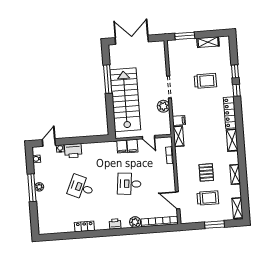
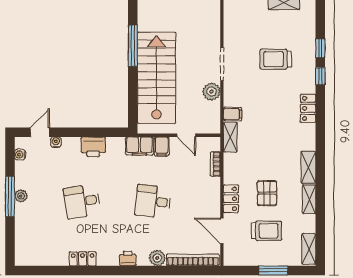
trolley: (205, 81) -> (276, 59), turned 180
locker: (230, 113) -> (308, 108), width x0.66
shelving: (232, 140) -> (308, 167), moved
filing cabinet: (122, 147) -> (139, 146), width x2.00
printer: (73, 151) -> (93, 147), moved
locker: (182, 178) -> (231, 199), added
desk: (81, 187) -> (82, 201), turned -33

